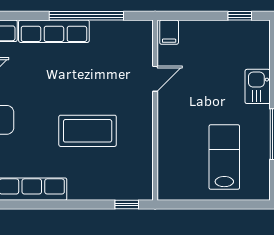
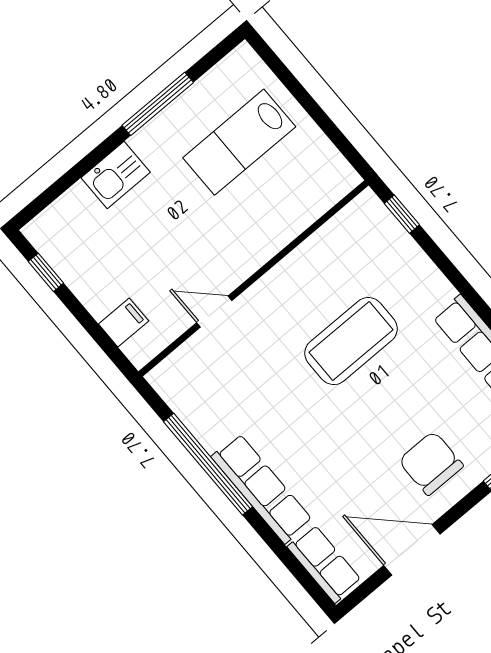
filing cabinet: (169, 32) -> (124, 322), moved
coffee table: (88, 131) -> (351, 341), turned 90

